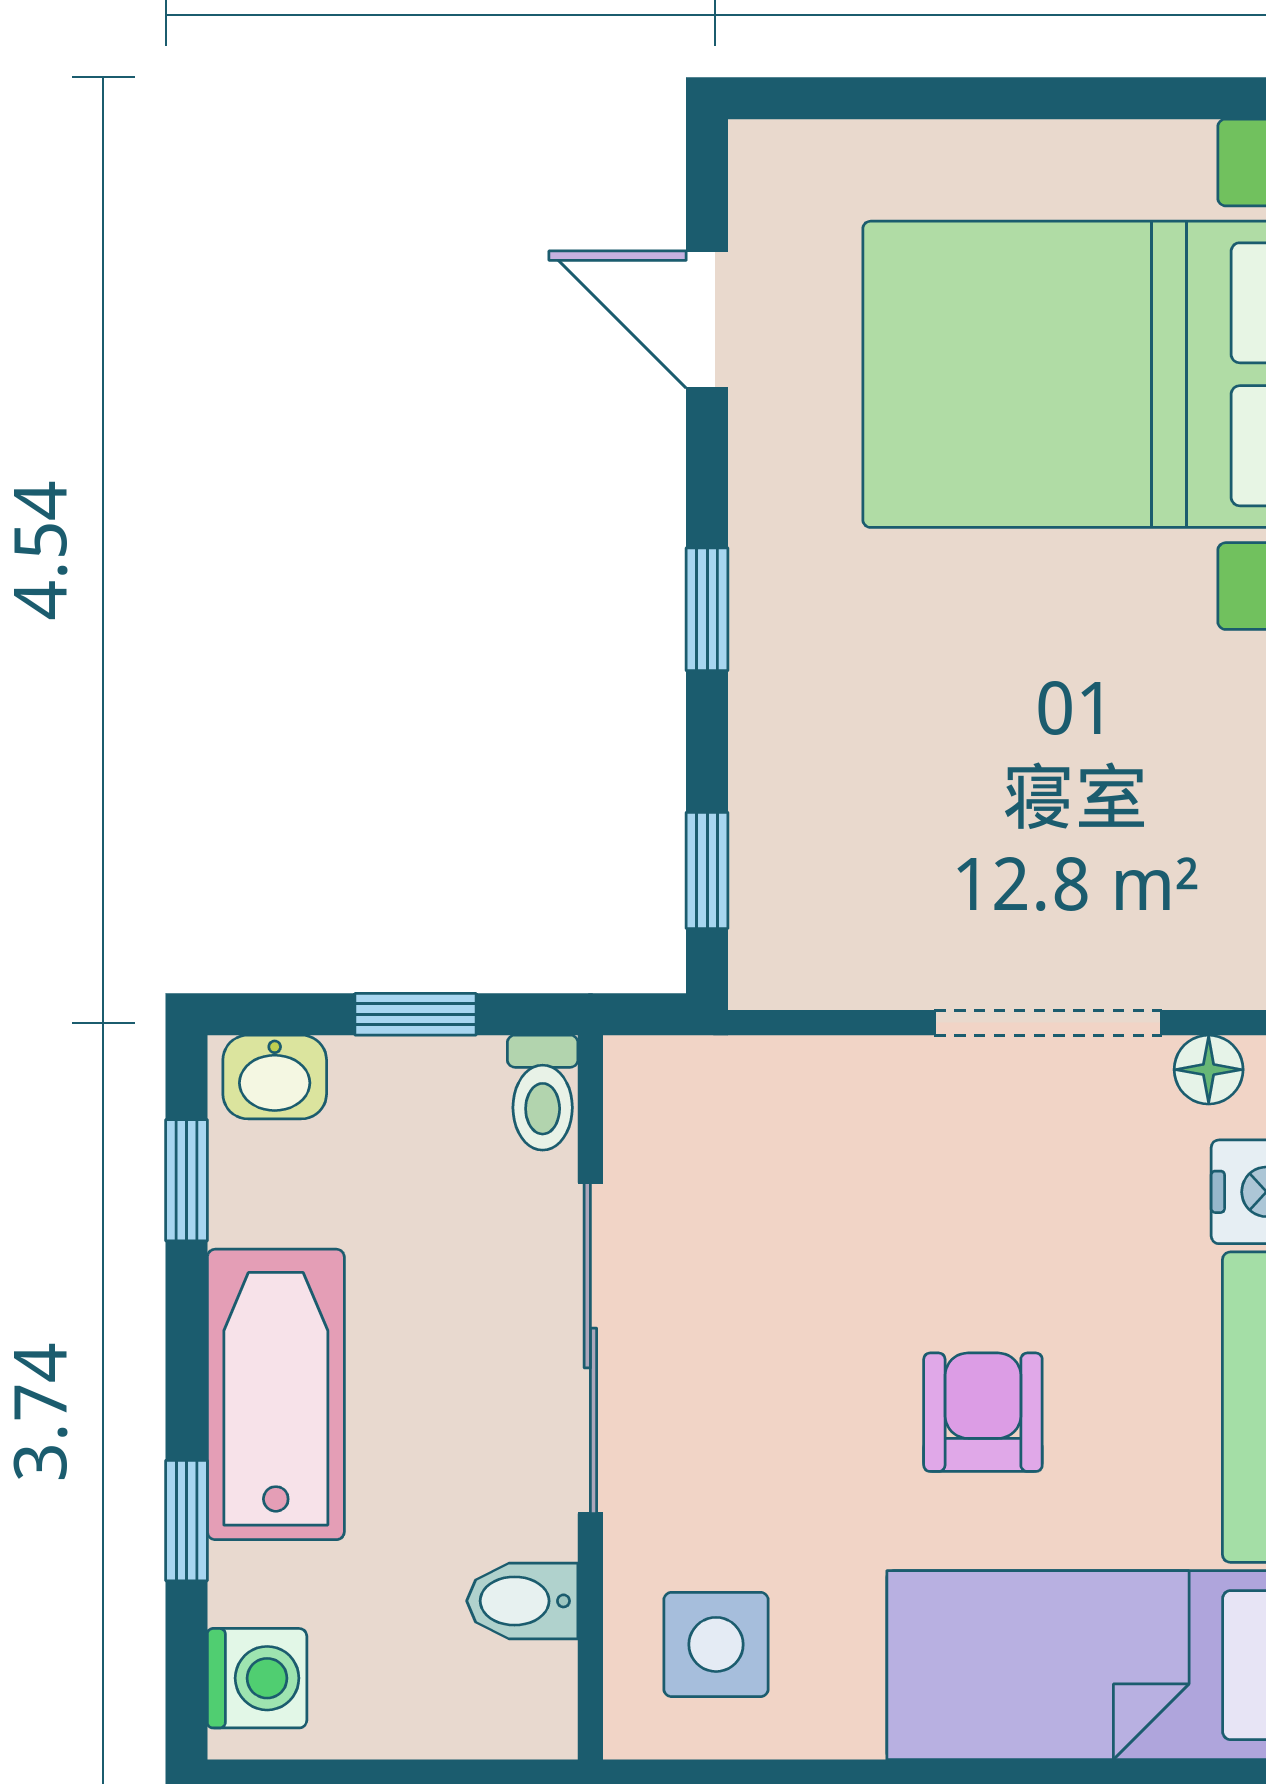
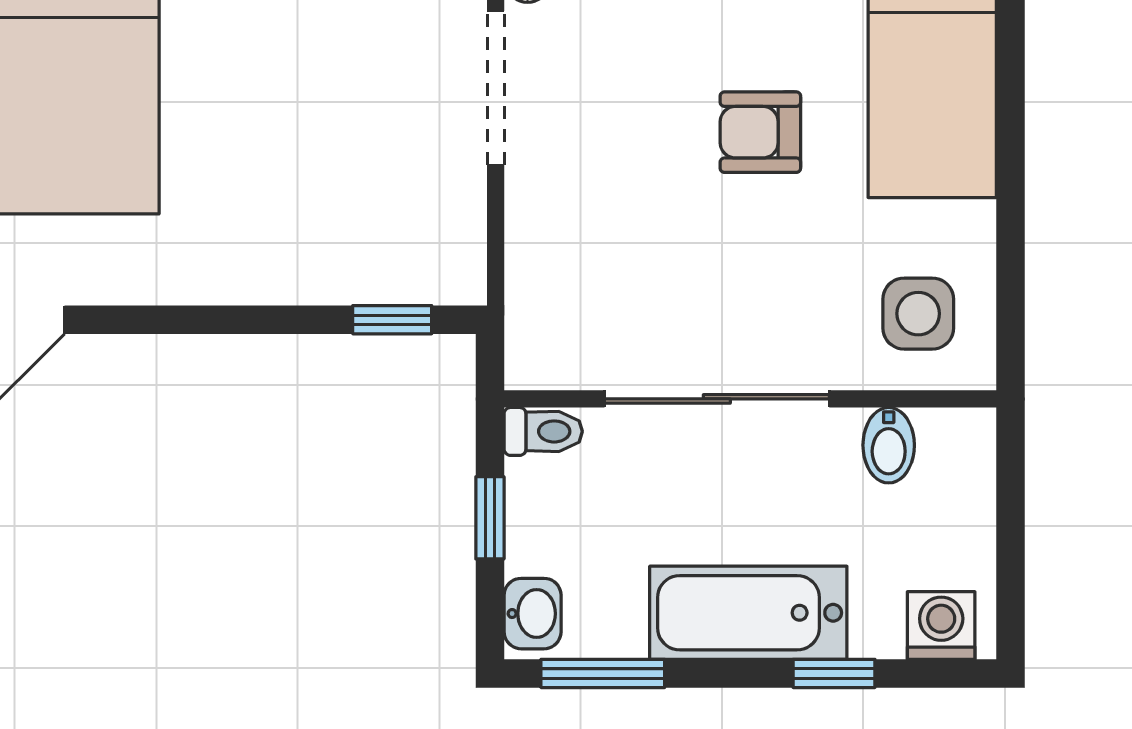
window: (707, 609) -> (215, 320), removed
window: (187, 1180) -> (603, 673), width x1.50

